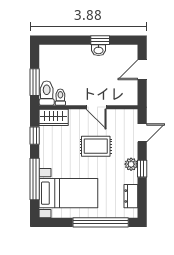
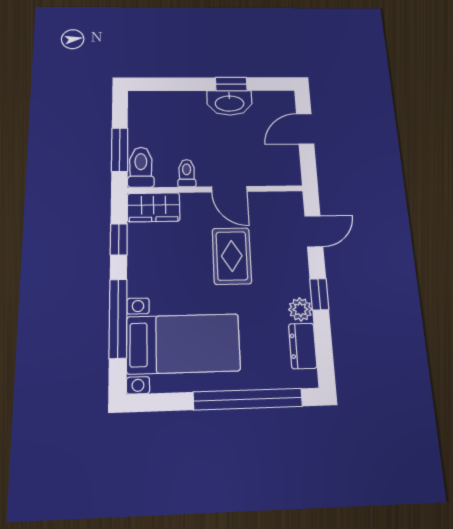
washbasin: (99, 50) -> (230, 103), width x1.91, depth x1.45
toilet: (60, 97) -> (187, 173), moved
rug: (96, 146) -> (232, 256), turned 90
plant: (131, 164) -> (300, 309), moved

